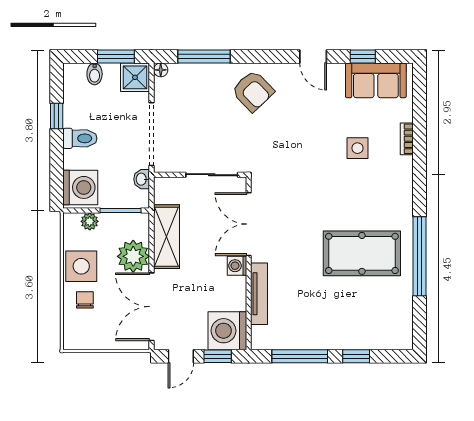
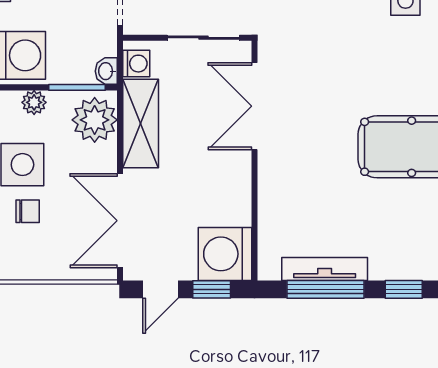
washbasin: (142, 179) -> (106, 71), moved
plant: (133, 256) -> (95, 120), moved
washing machine: (237, 266) -> (136, 64), moved, turned 180
tv unit: (259, 294) -> (325, 269), moved, turned -90
chair: (85, 300) -> (28, 211), turned 90

